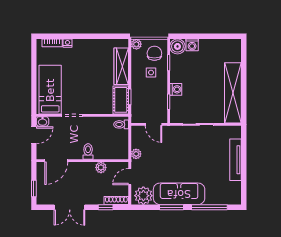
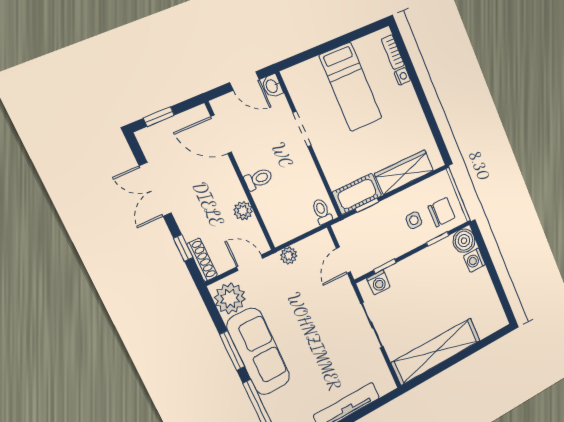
plant: (136, 44) -> (443, 180), removed
washing machine: (176, 89) -> (379, 282), moved
bed: (50, 90) -> (351, 87), moved, turned 90

